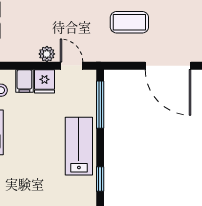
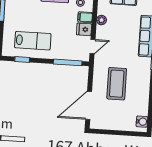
coffee table: (129, 22) -> (117, 84), width x1.36, depth x1.32
plant: (47, 54) -> (101, 20), moved
lab bench: (79, 146) -> (33, 41), moved

